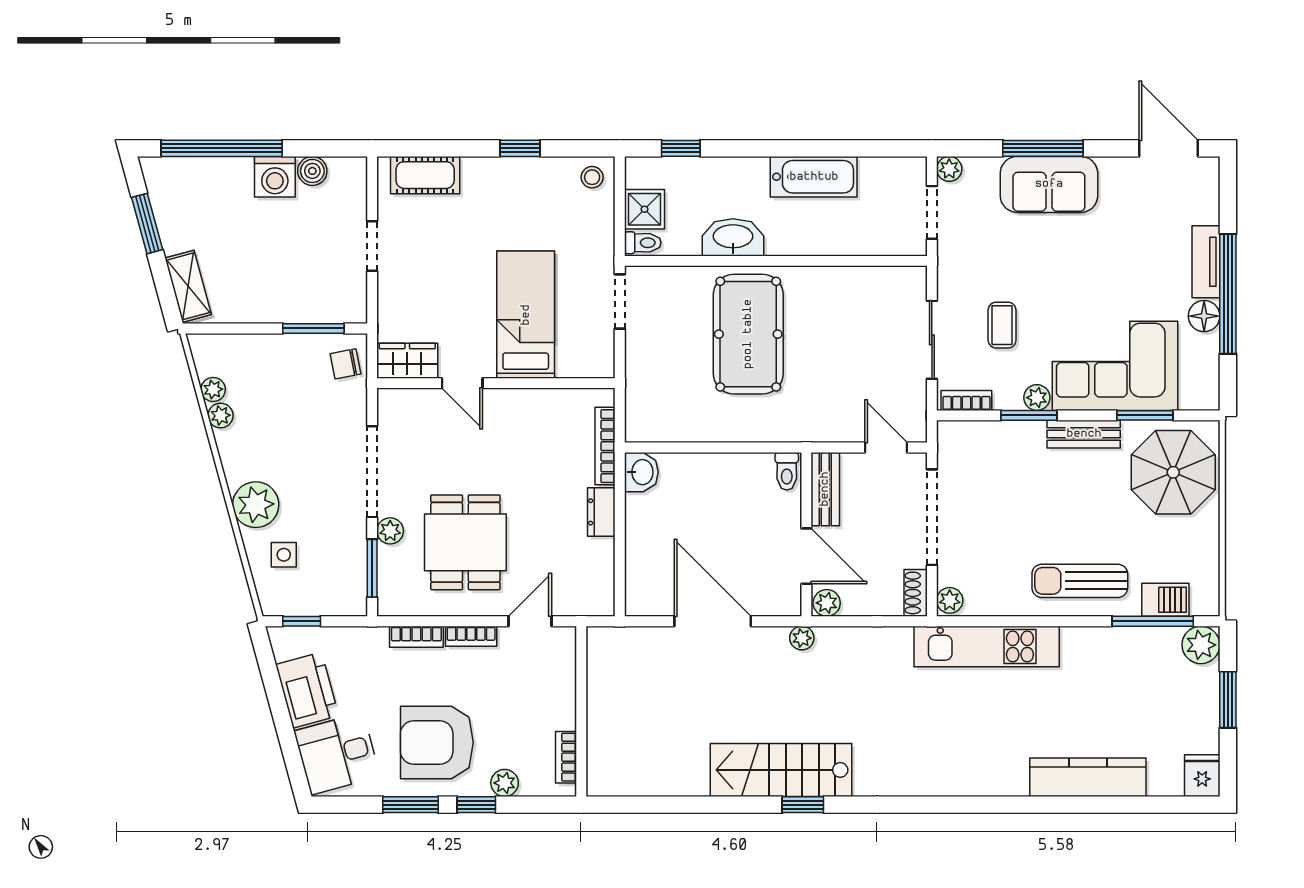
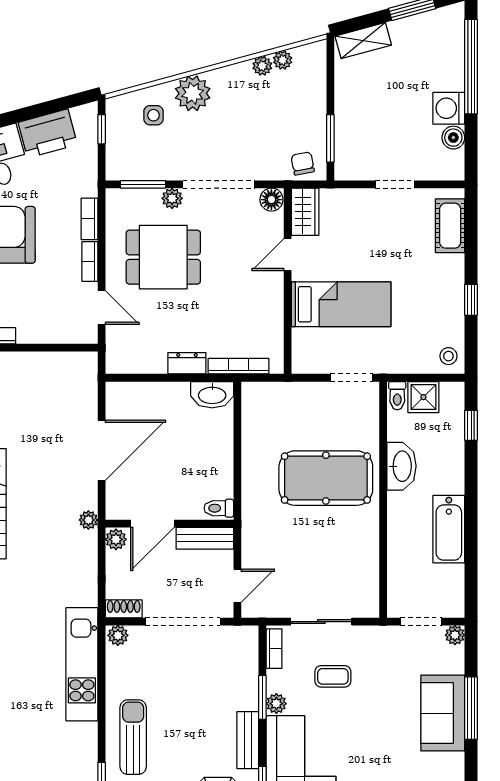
floor lamp: (392, 404) -> (271, 200), added
washbasin: (641, 472) -> (212, 395), width x1.38

